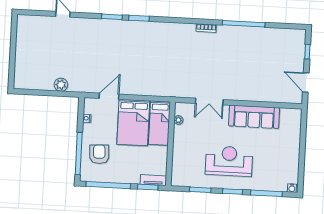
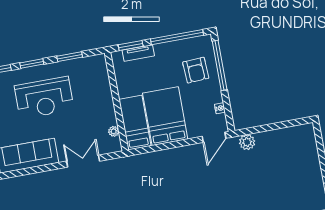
plant: (61, 85) -> (247, 142), moved
door: (109, 96) -> (214, 137), moved
tv unit: (153, 180) -> (138, 53), moved

